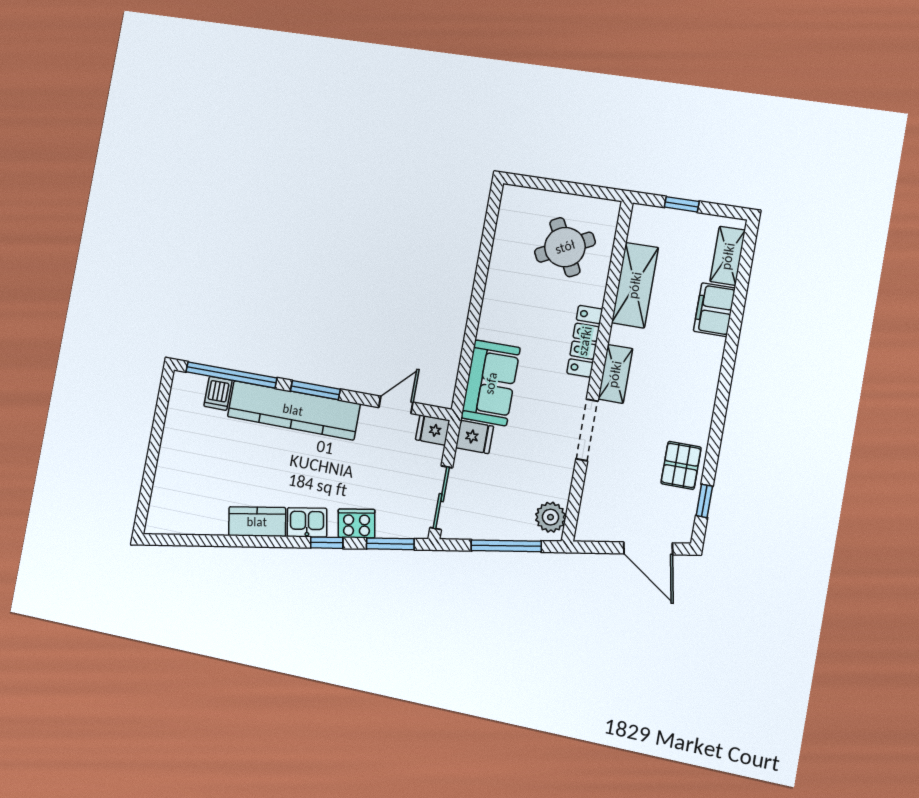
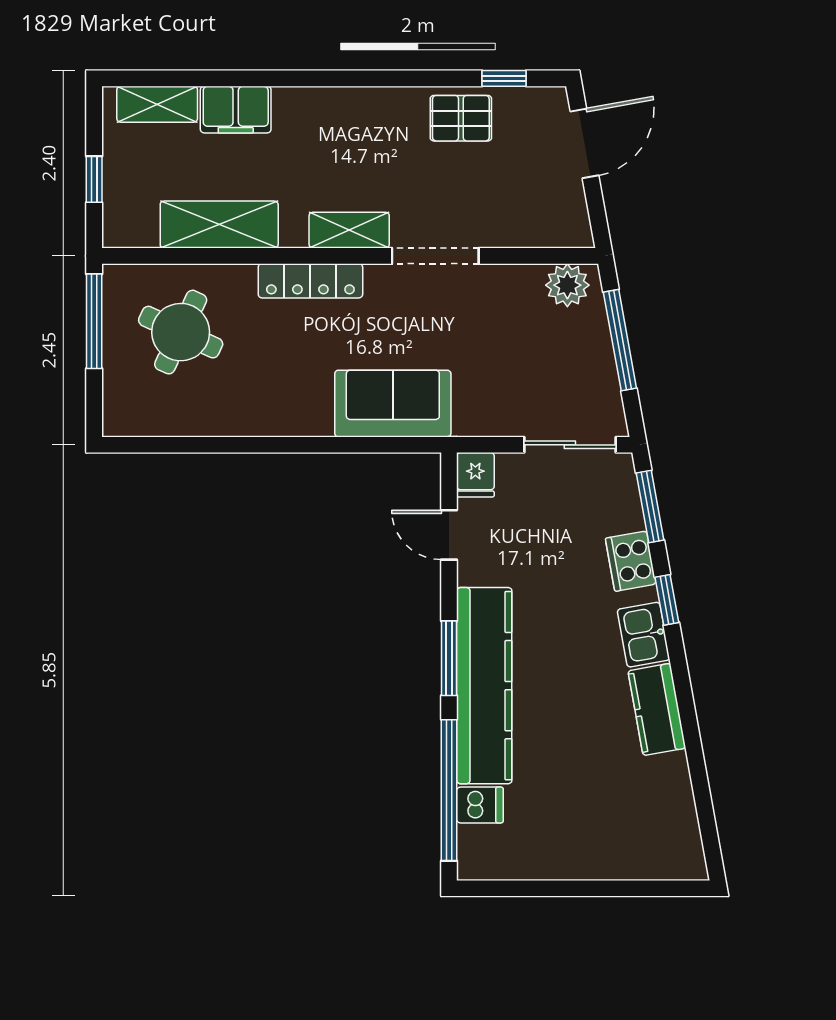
window: (583, 190) -> (94, 321), added
round table: (565, 247) -> (181, 332), turned -38
fridge: (475, 437) -> (474, 413), removed

